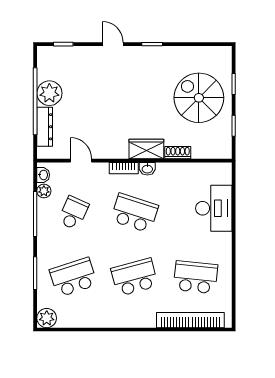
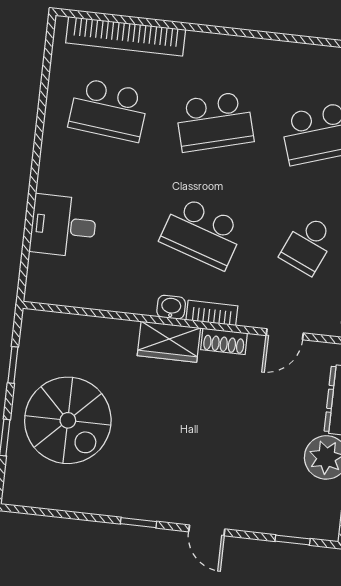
shoe rack: (178, 153) -> (224, 341), moved
door: (81, 161) -> (285, 334), hinge flipped
desk: (214, 208) -> (63, 226), width x0.73

